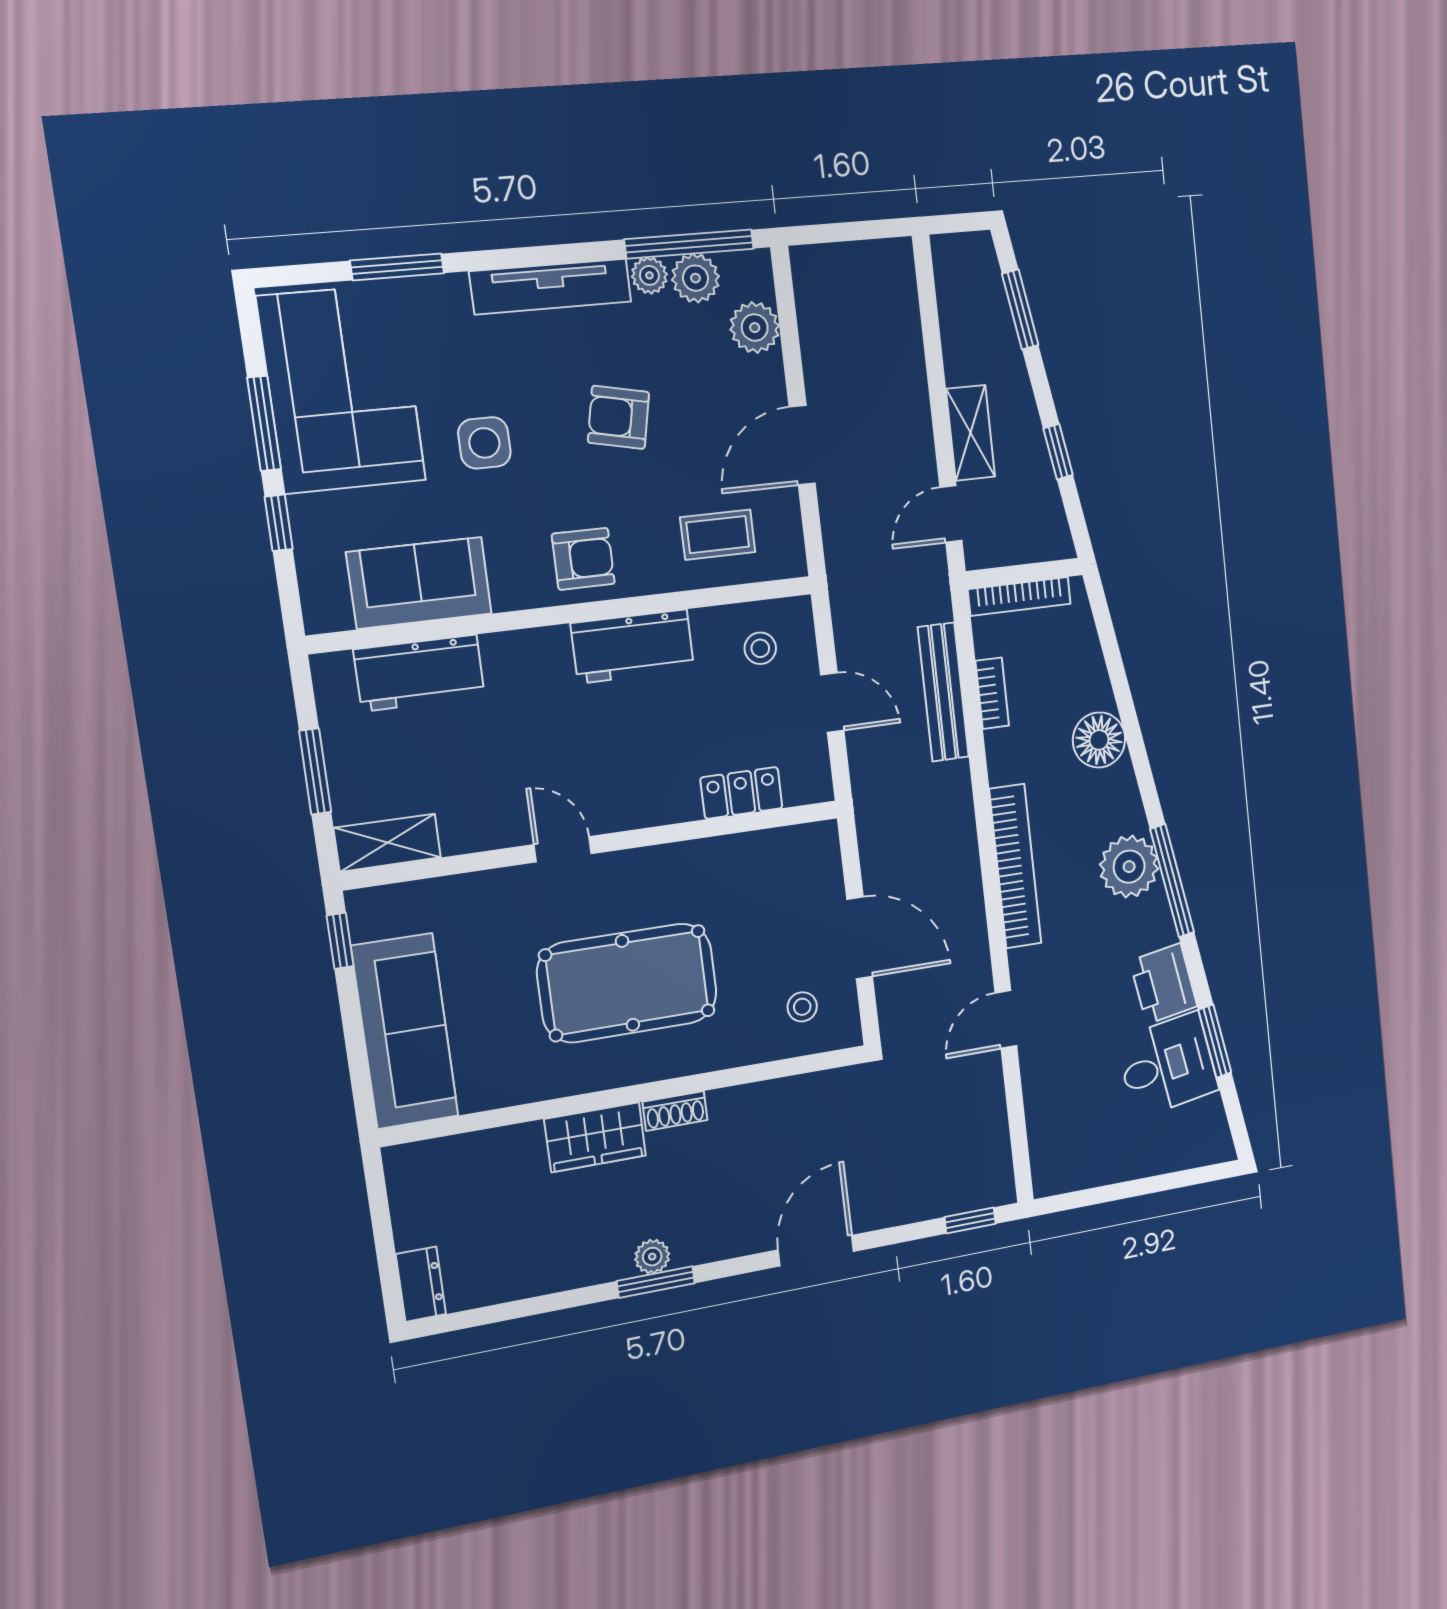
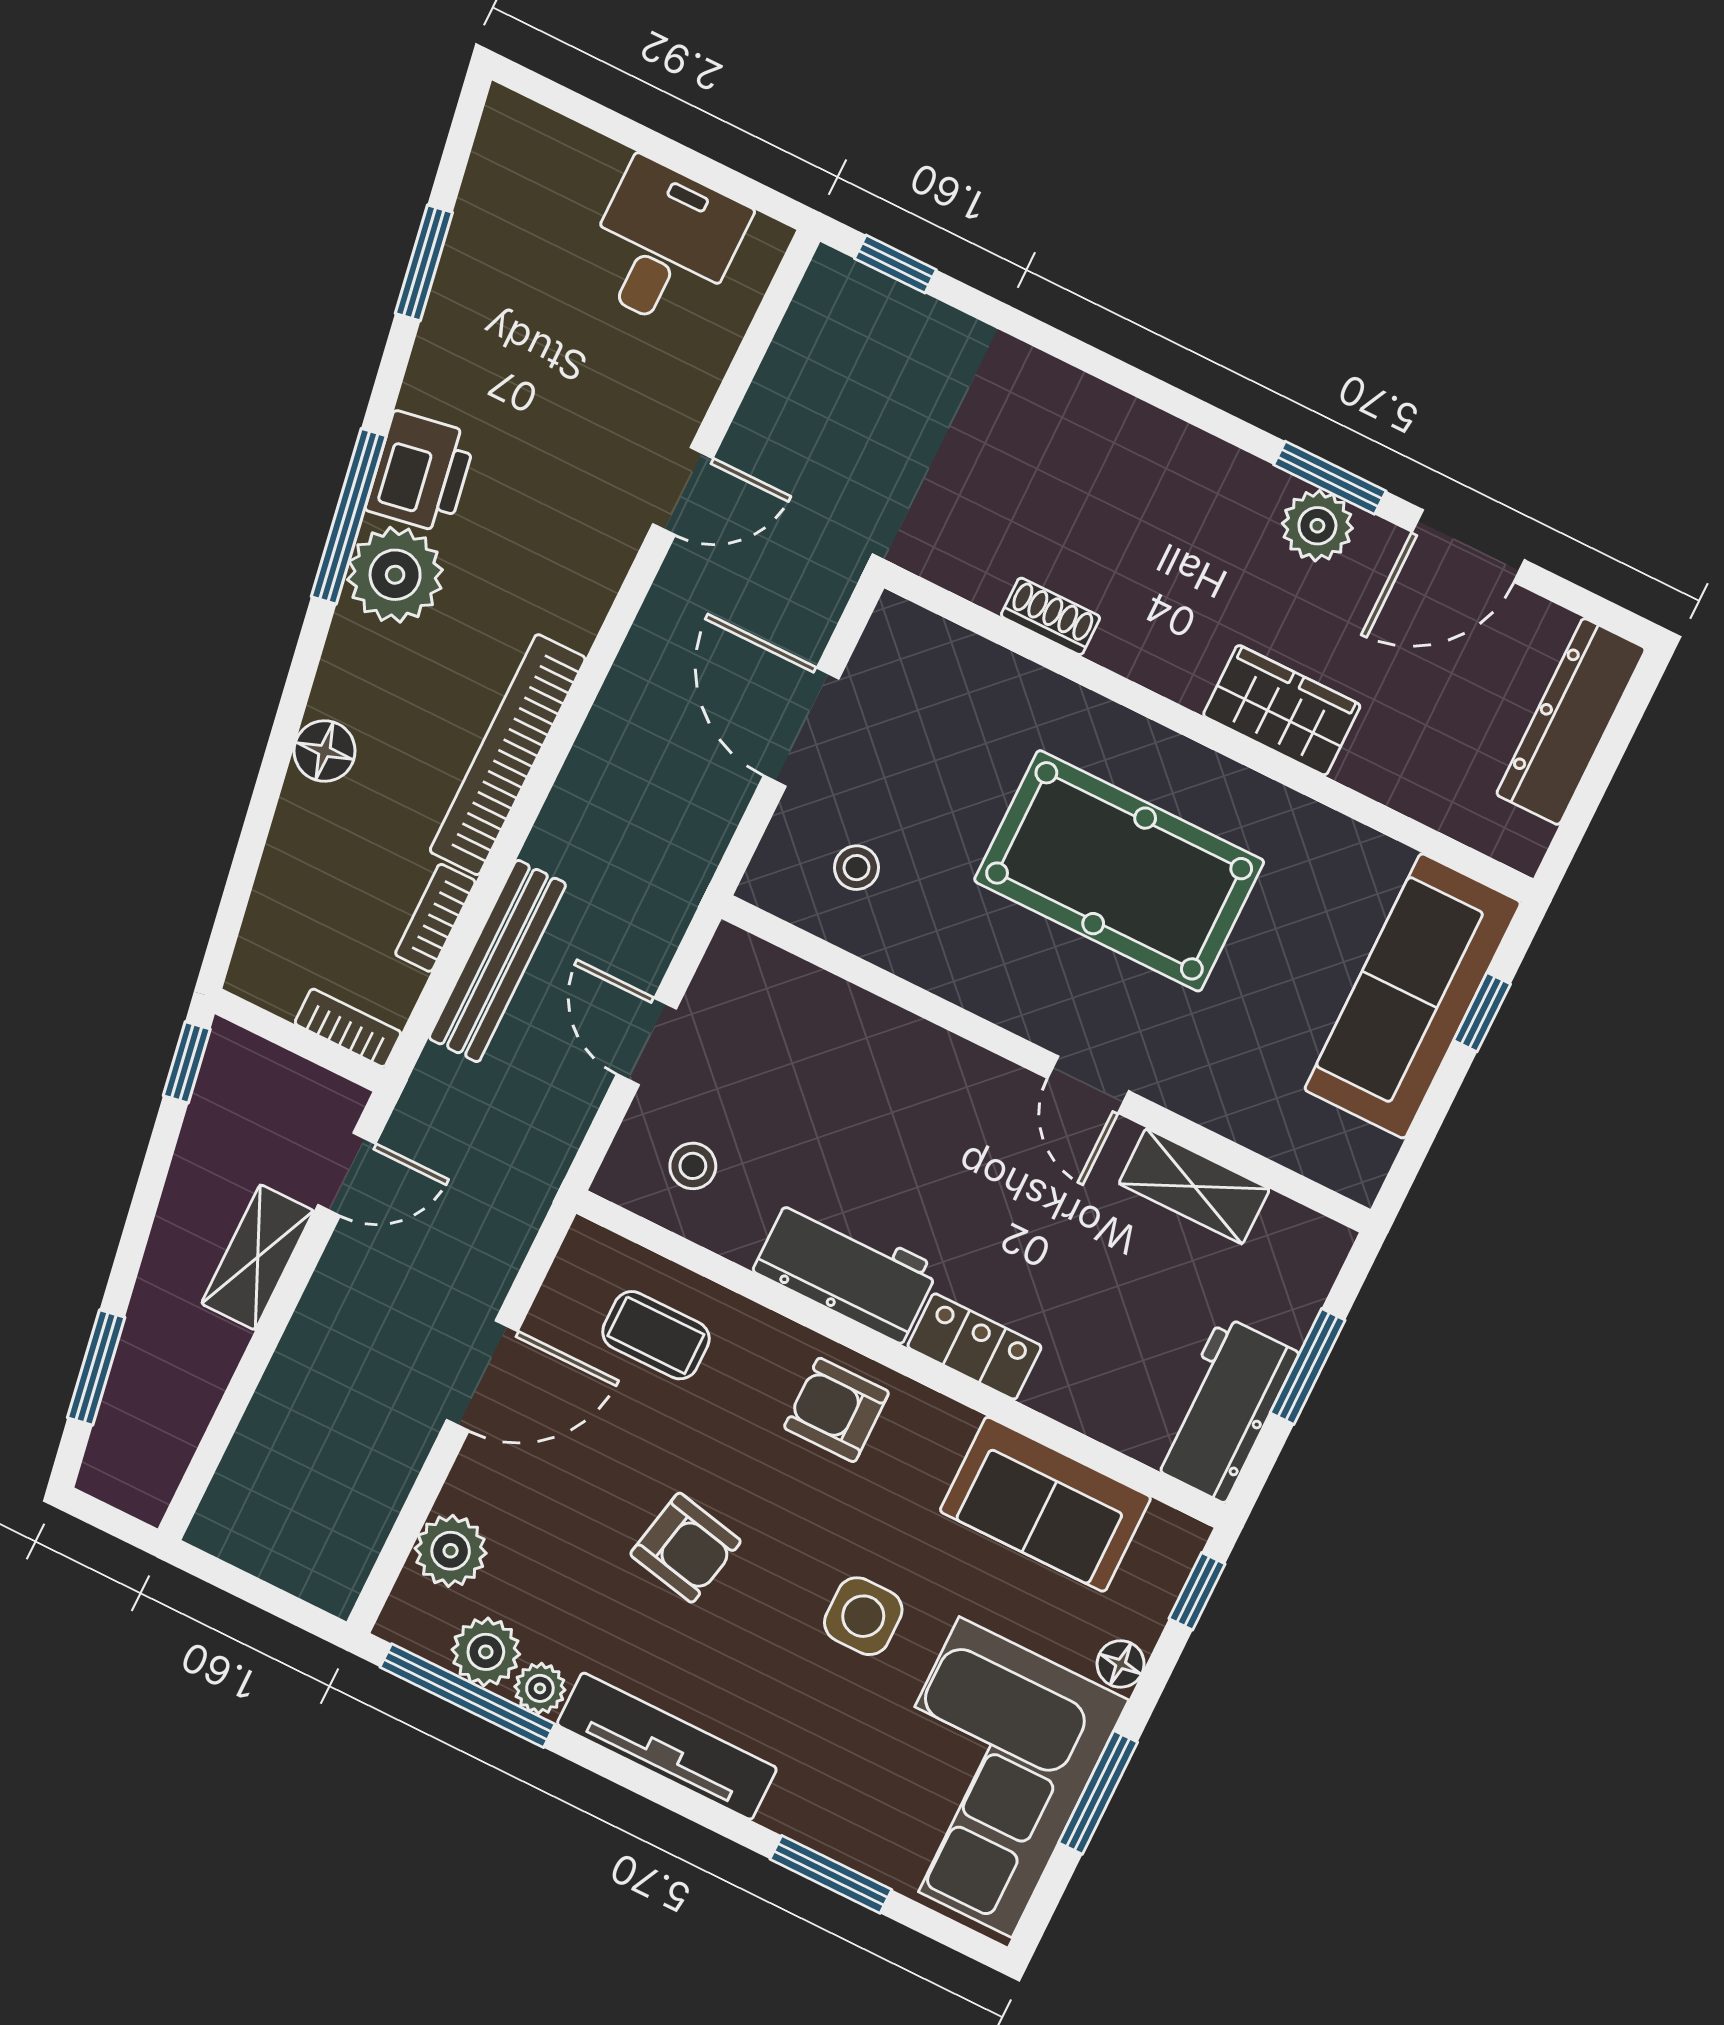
window: (1058, 452) -> (187, 1062), moved
floor lamp: (305, 514) -> (1121, 1664), added
window: (279, 523) -> (1197, 1591), moved
bookcase: (1019, 596) -> (348, 1028), width x0.64
workbench: (419, 673) -> (1223, 1409), moved, turned -90
floor lamp: (1099, 740) -> (325, 751), width x0.73, depth x0.73
locker: (741, 793) -> (974, 1346), moved, turned 180
shelving: (387, 843) -> (1194, 1186), moved
bookcase: (1015, 866) -> (508, 755), moved
window: (340, 941) -> (1482, 1012), moved
printer: (1163, 984) -> (421, 472), moved
stool: (802, 1007) -> (856, 868), moved
desk: (1167, 1065) -> (664, 245), moved, turned 100
shoe rack: (675, 1111) -> (1050, 616), moved
door: (816, 1251) -> (1468, 546), moved
plant: (652, 1257) -> (1317, 526), width x1.38, depth x1.38
dresser: (421, 1284) -> (1571, 721), width x1.96, depth x1.24

